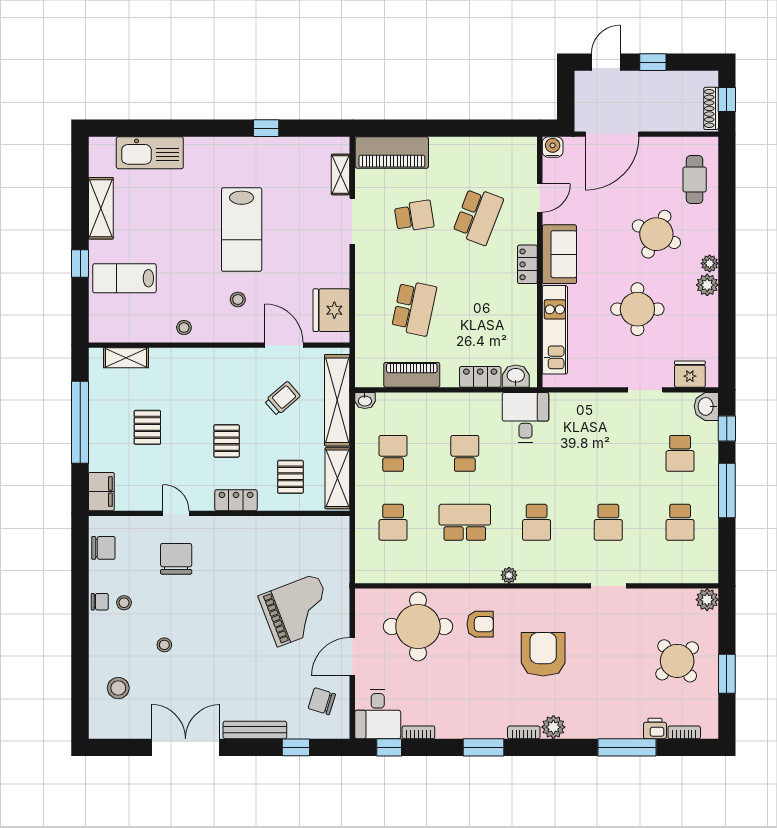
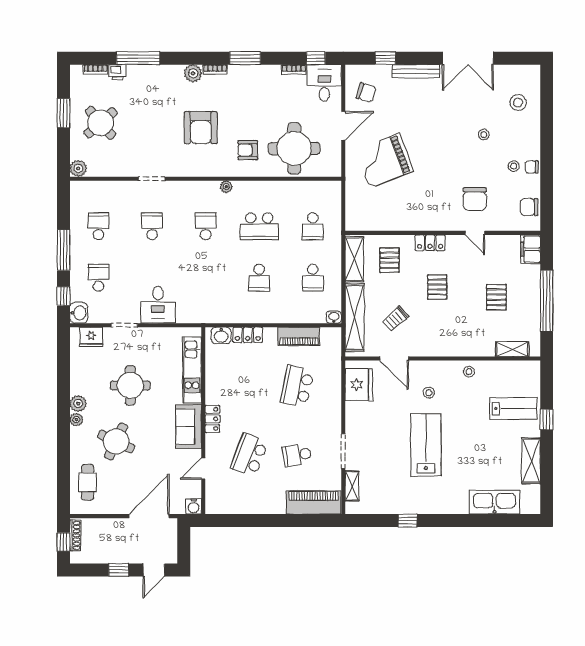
desk: (525, 417) -> (158, 305), moved
school desk: (393, 522) -> (313, 226), turned 180

